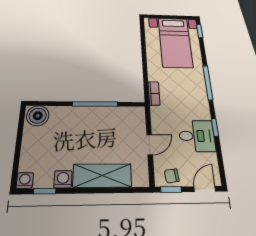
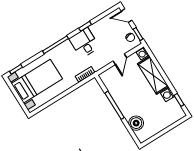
boiler: (38, 116) -> (136, 123), moved
desk: (197, 136) -> (84, 43), moved
door: (150, 145) -> (120, 59), swing flipped
washing machine: (25, 180) -> (143, 54), moved

